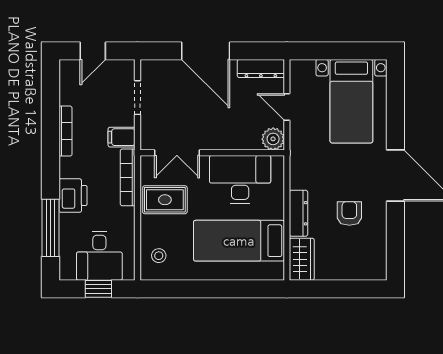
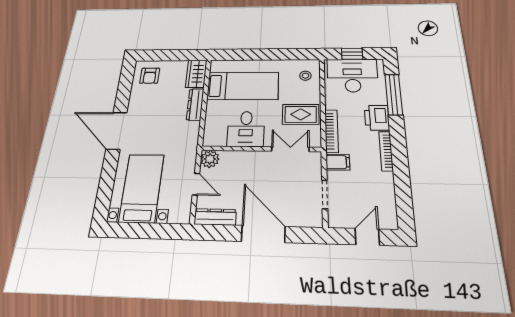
bookcase: (65, 131) -> (386, 151), moved
desk: (240, 179) -> (246, 129), width x0.73
armchair: (349, 213) -> (150, 76), moved
desk: (99, 256) -> (352, 75), width x1.37

